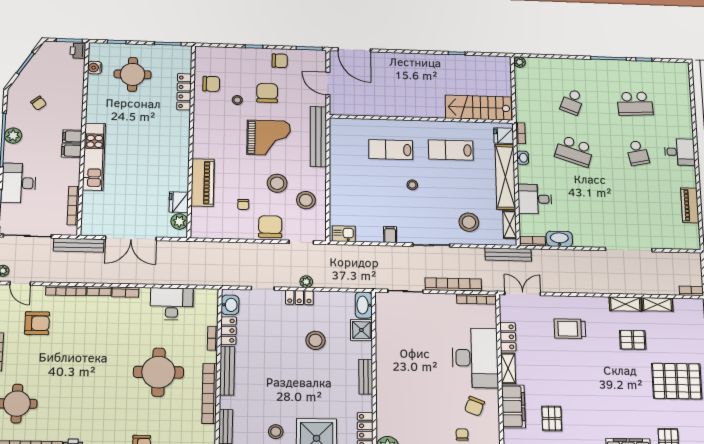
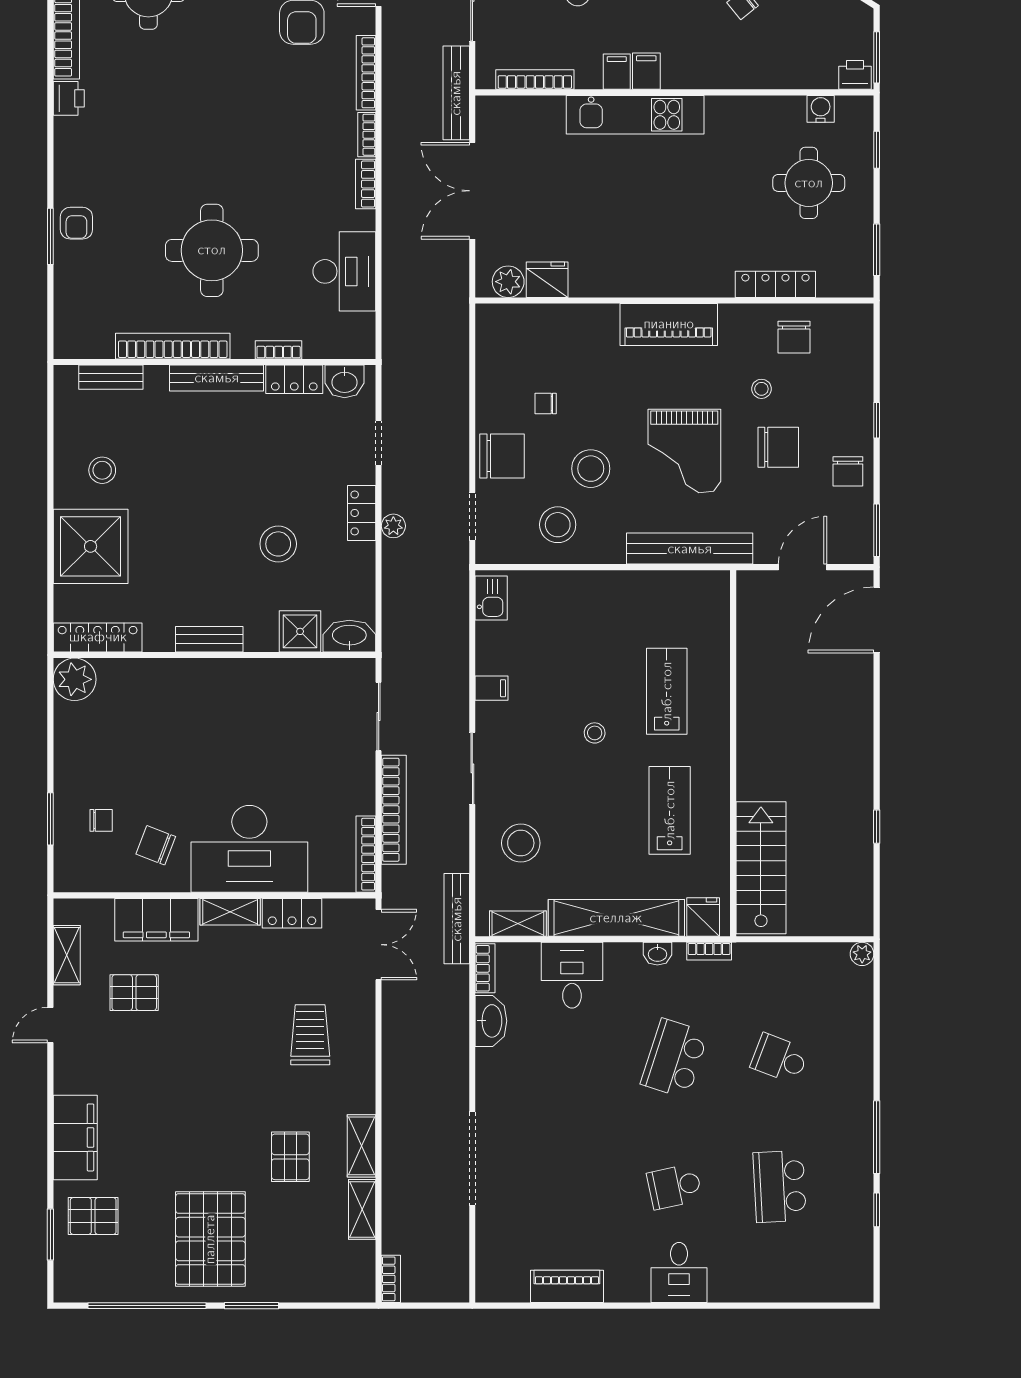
filing cabinet: (72, 136) -> (617, 72), moved
piano: (203, 183) -> (669, 324), moved

